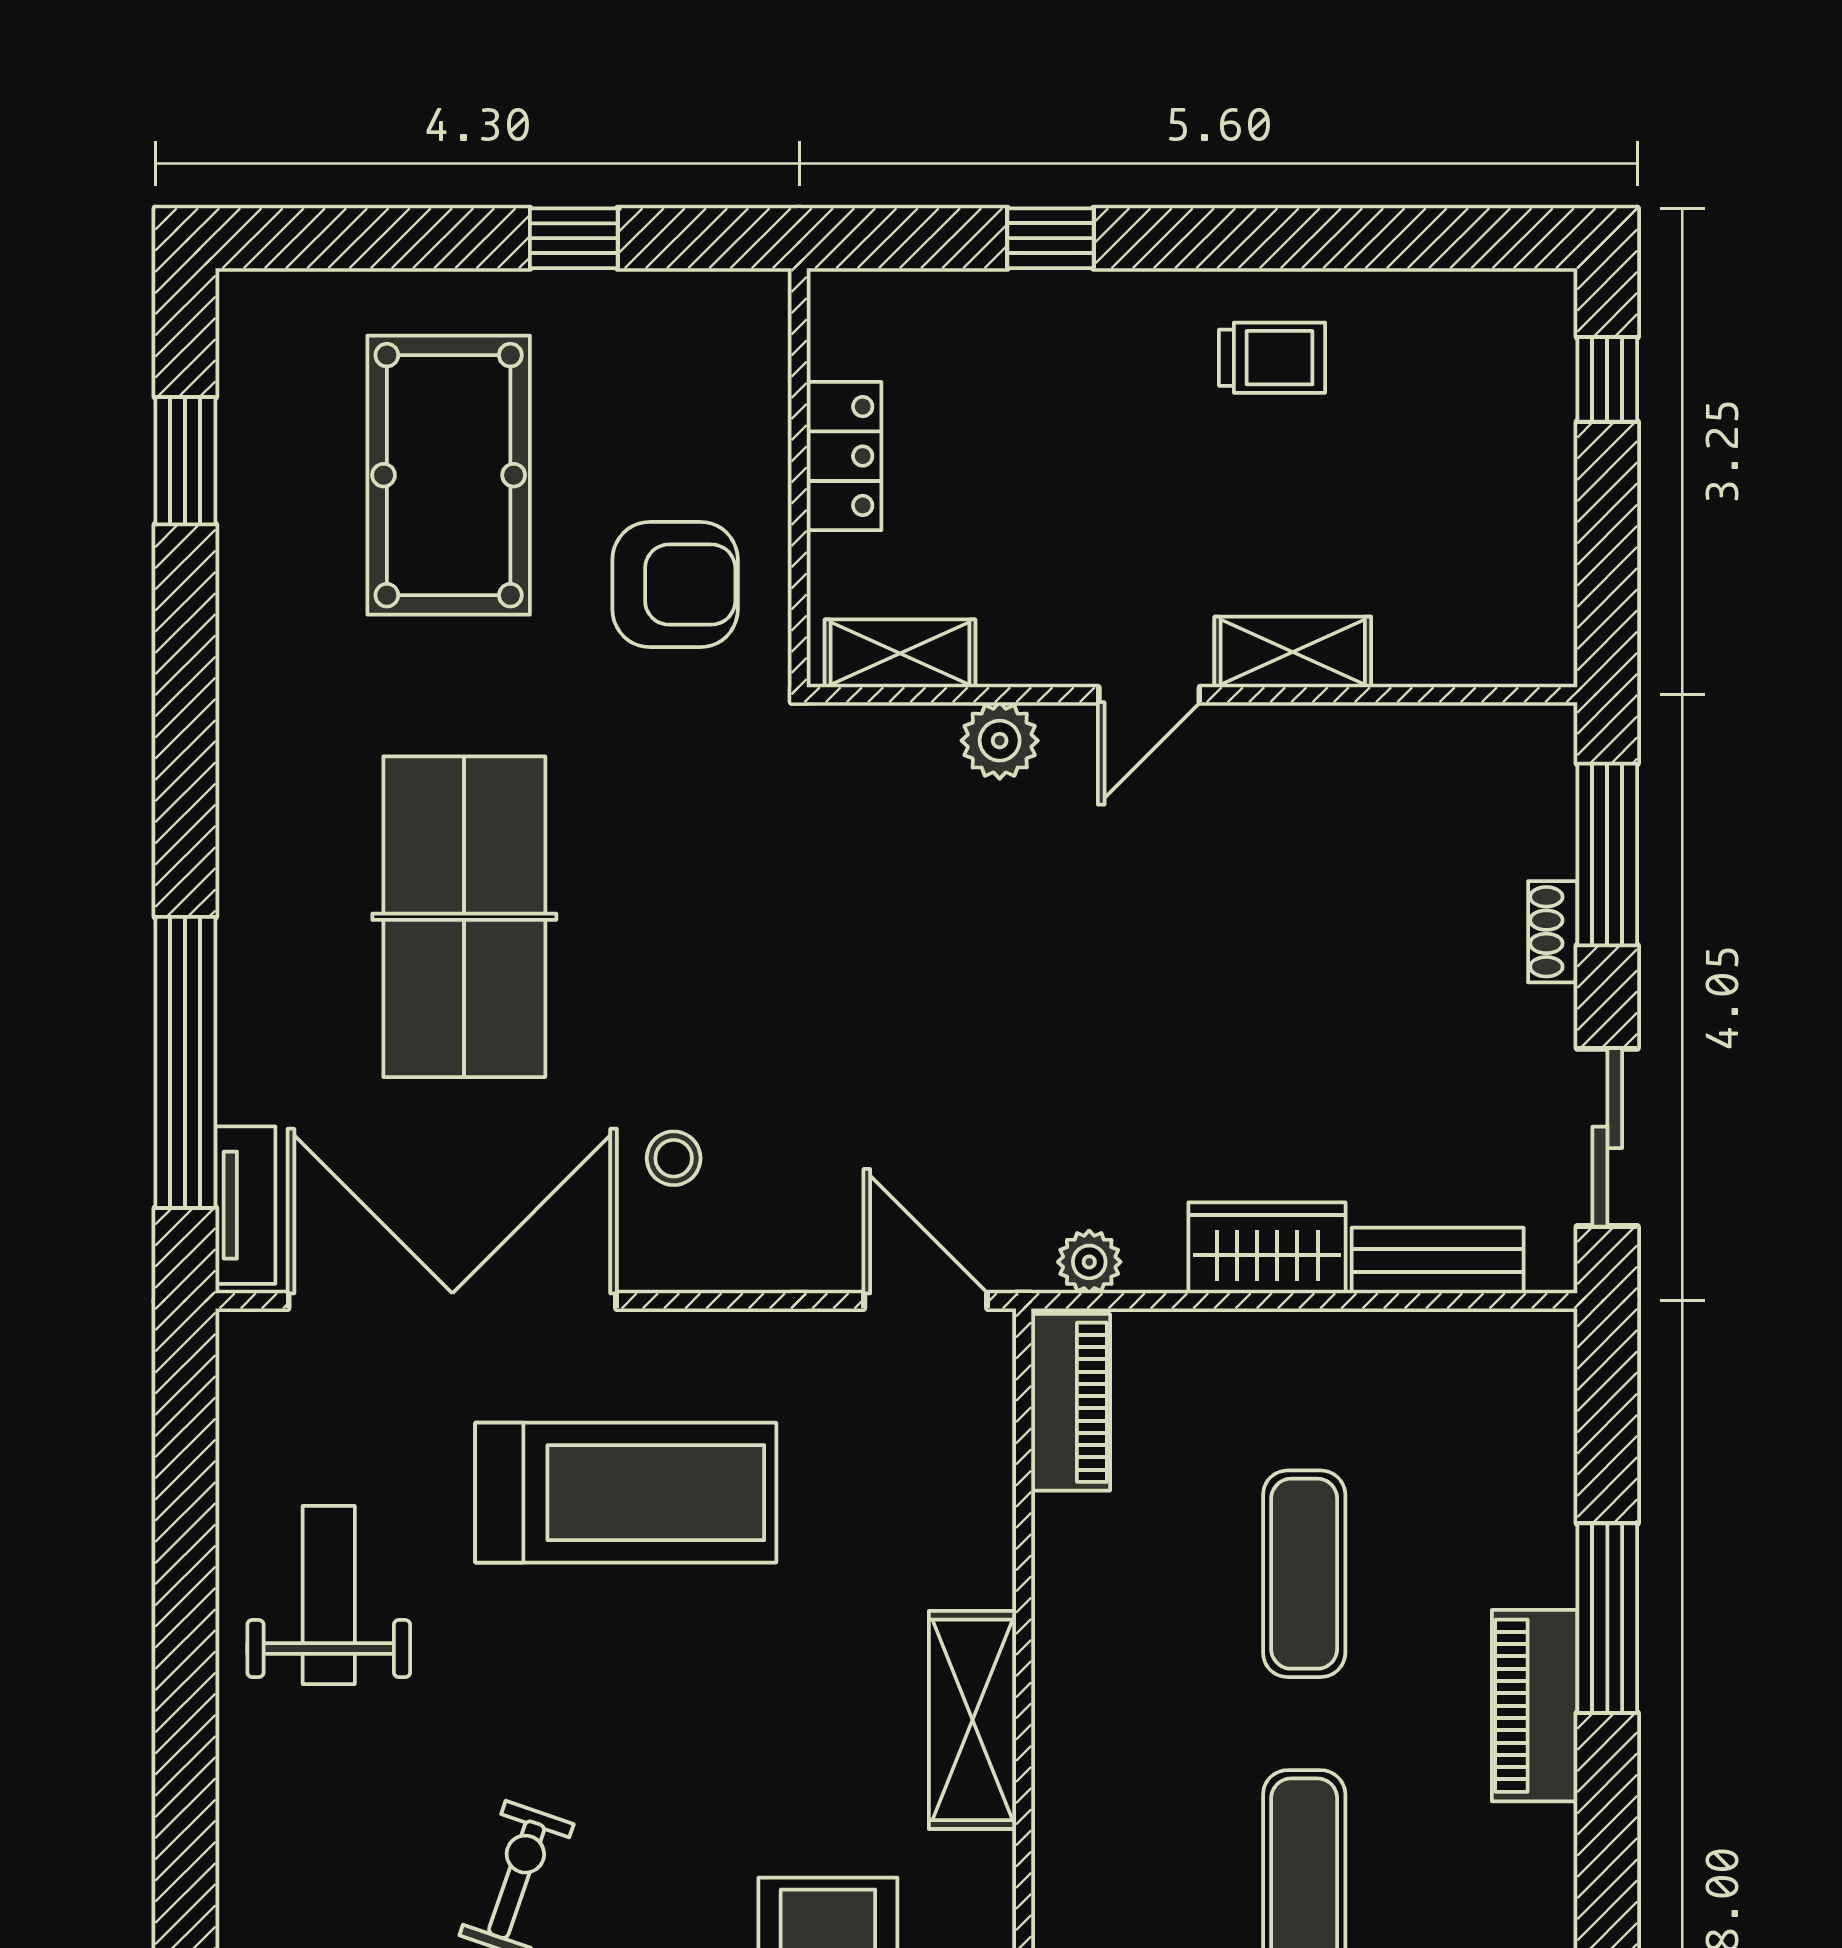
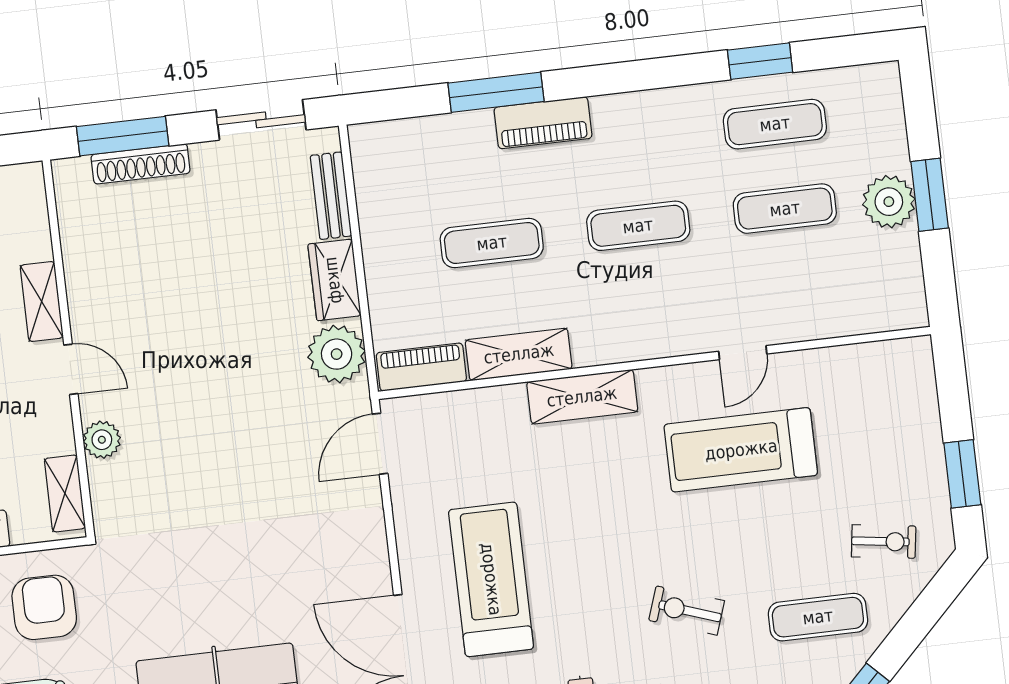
shoe rack: (1553, 932) -> (141, 164), width x1.94, depth x1.24
stool: (674, 1158) -> (325, 575), removed
plant: (1089, 1262) -> (337, 354), width x1.88, depth x1.88
shelving: (1073, 1602) -> (519, 354), added

